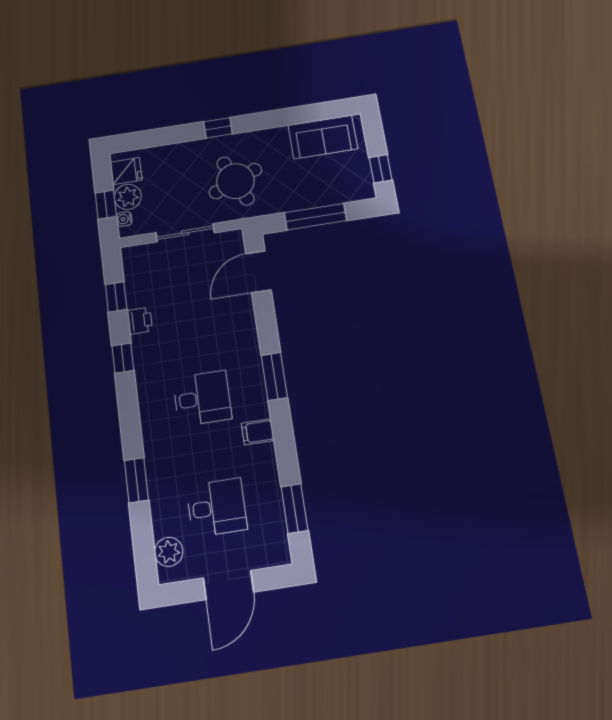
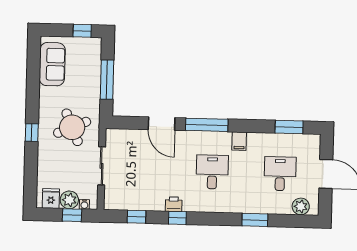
door: (258, 272) -> (162, 124), moved
printer: (140, 321) -> (174, 204), moved
window: (274, 376) -> (207, 125), width x1.44

